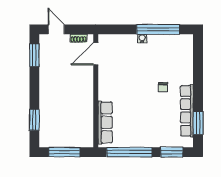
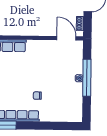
window: (158, 29) -> (87, 78), moved

